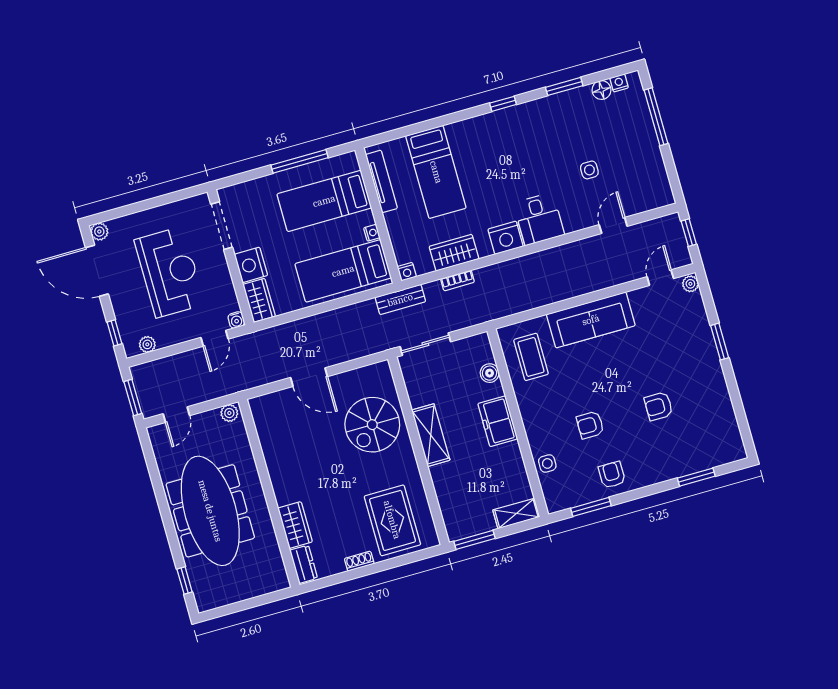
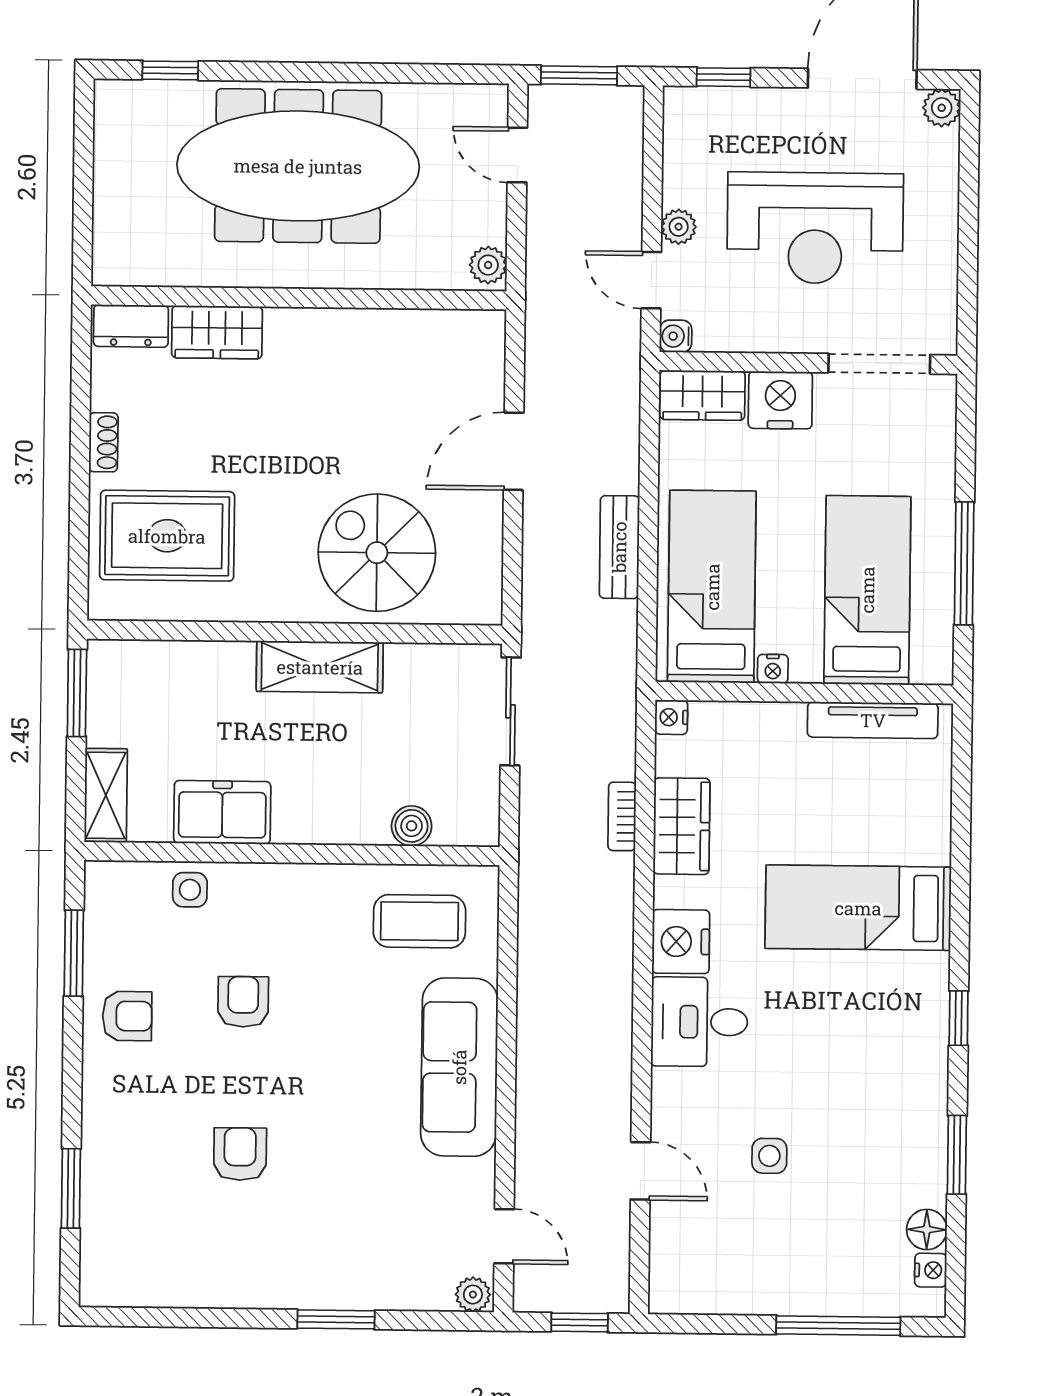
bed: (436, 172) -> (858, 908), moved
bench: (400, 300) -> (619, 547), moved
plant: (147, 344) -> (679, 227), moved
freezer: (498, 421) -> (222, 812), moved

